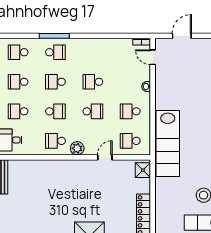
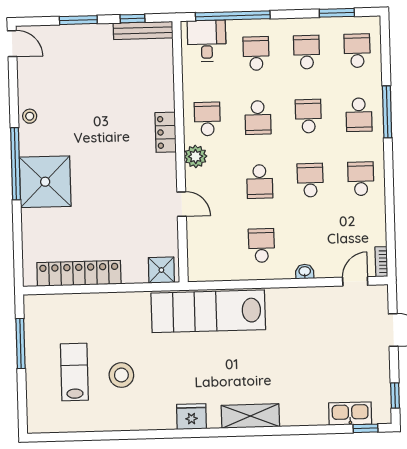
school desk: (130, 141) -> (361, 179), moved
locker: (63, 165) -> (166, 132), added

